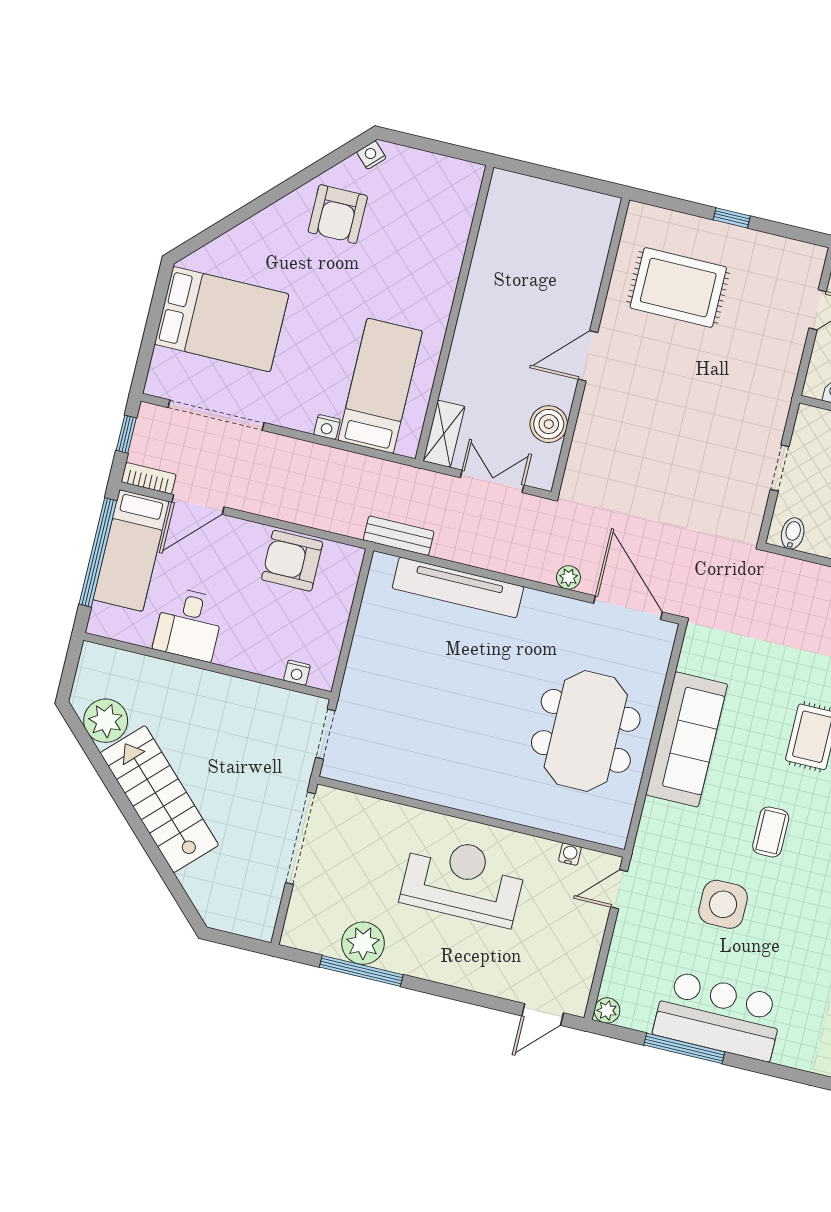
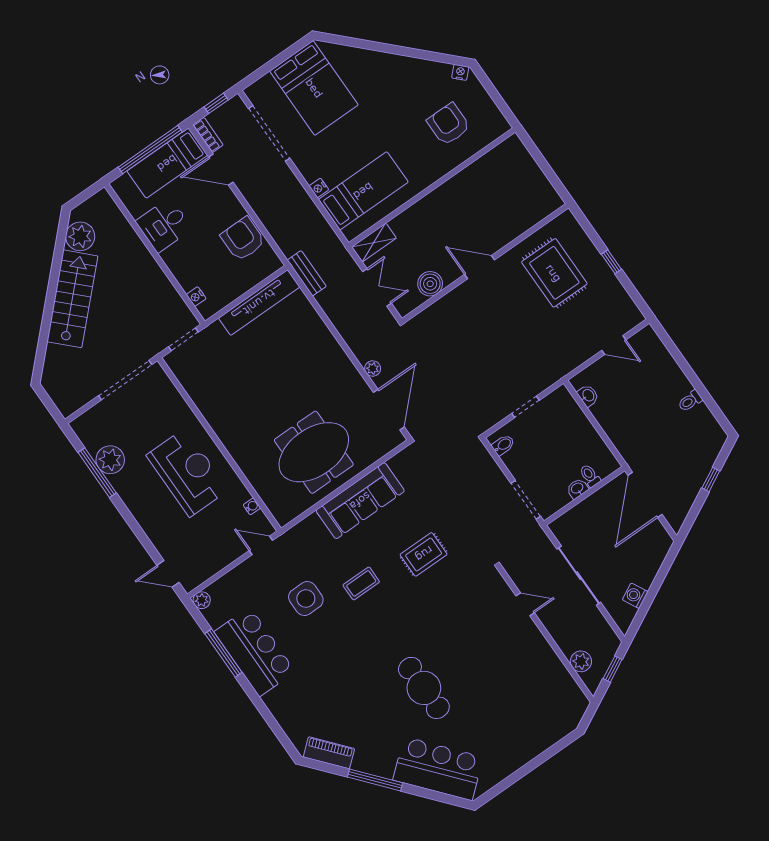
armchair: (338, 214) -> (449, 124), moved, turned 90
tv unit: (458, 587) -> (259, 302), moved, turned -90

